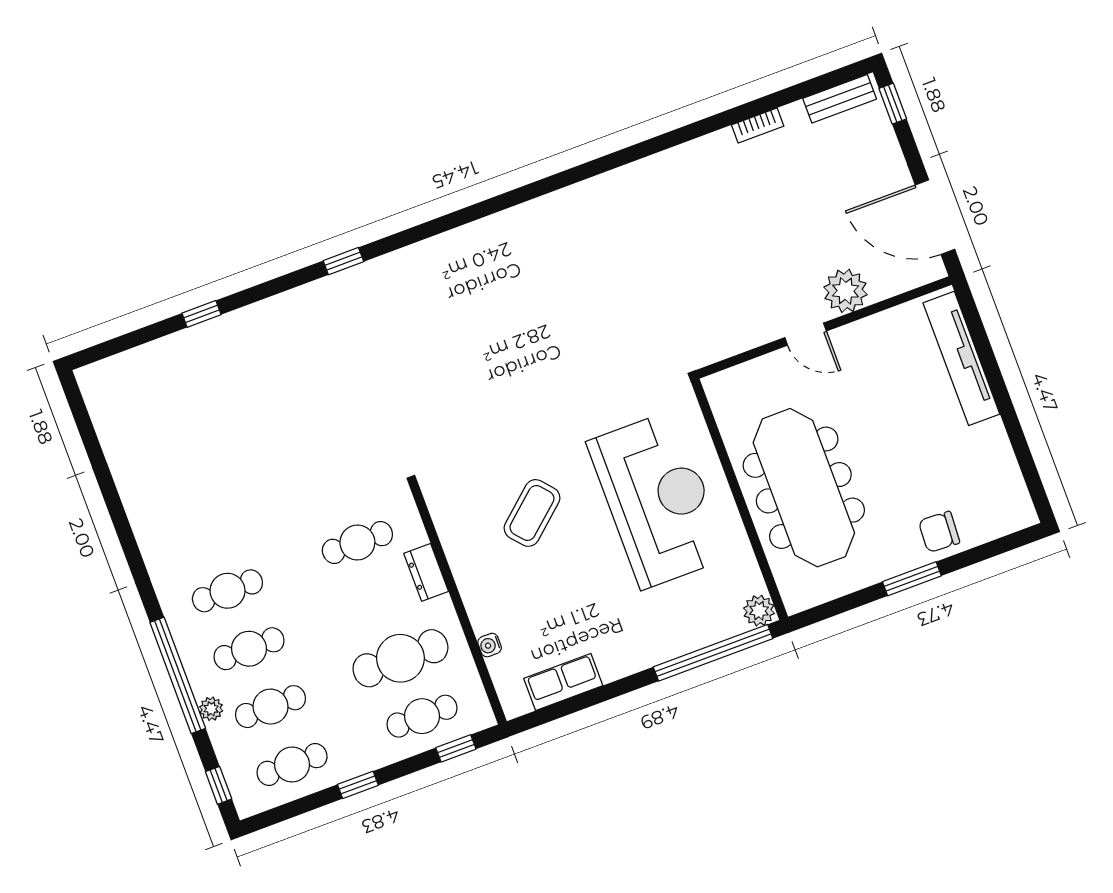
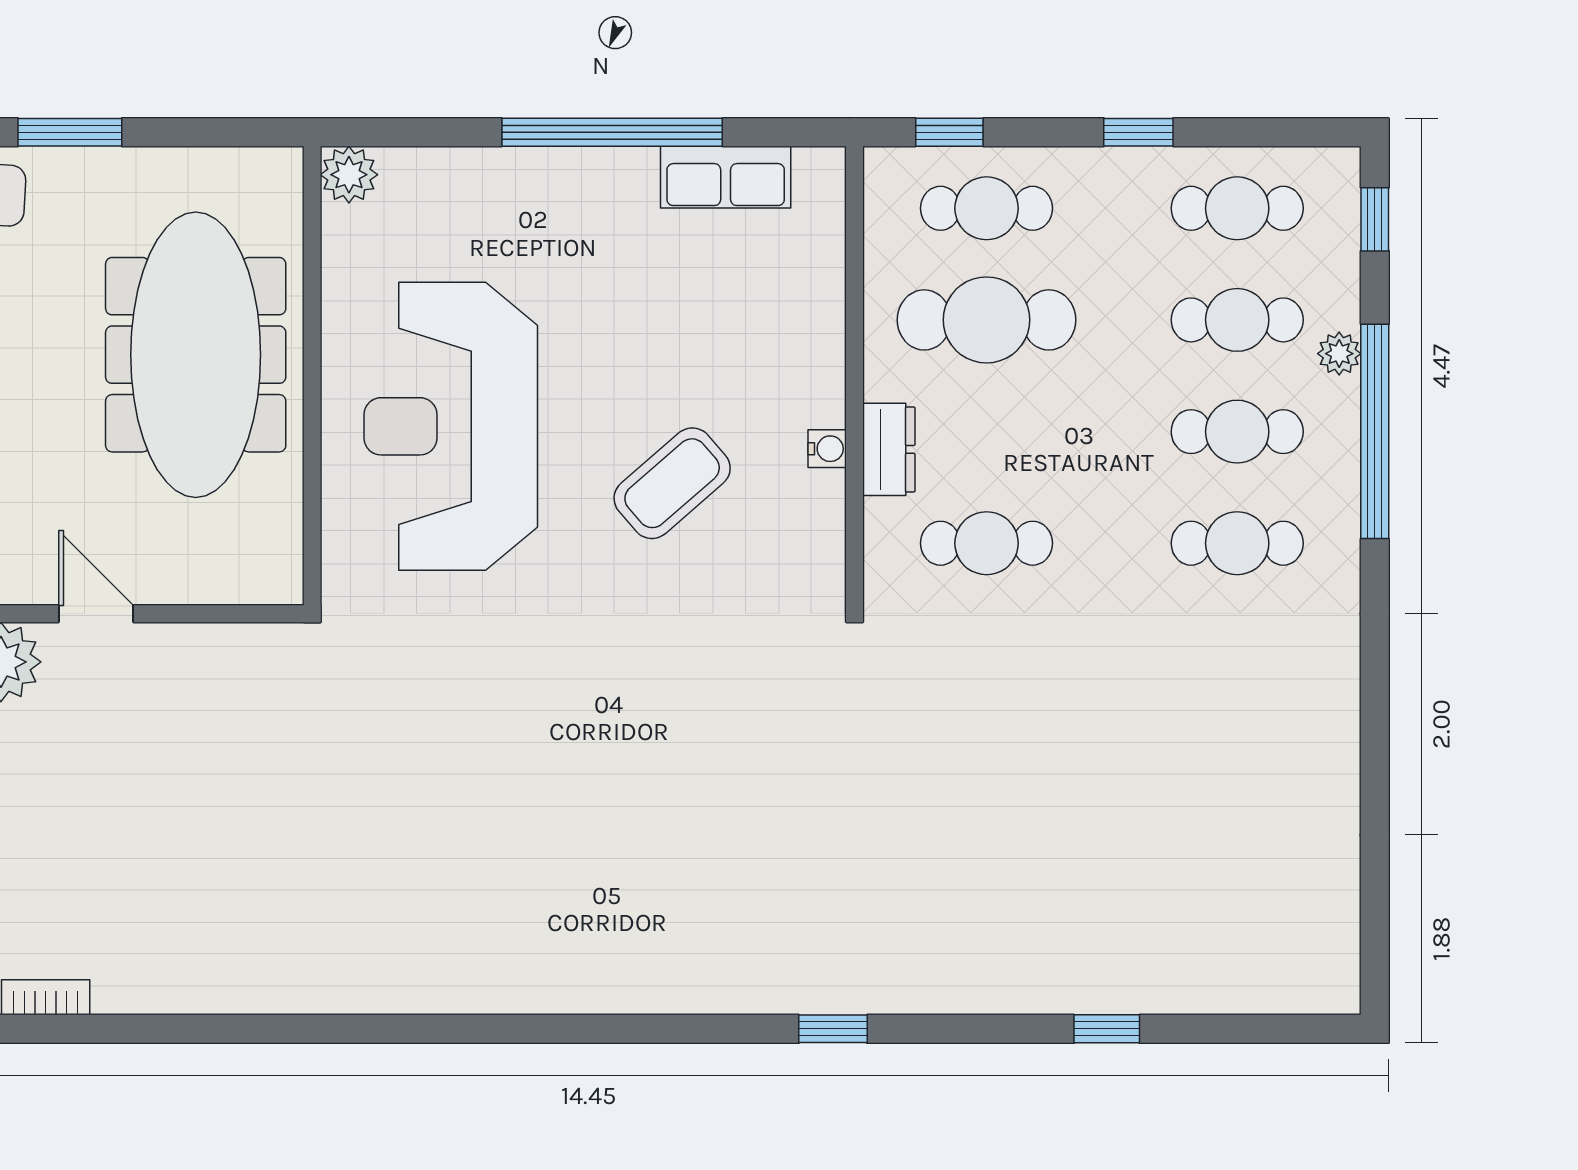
water cooler: (490, 645) -> (827, 449), moved
window: (713, 653) -> (612, 132), moved

